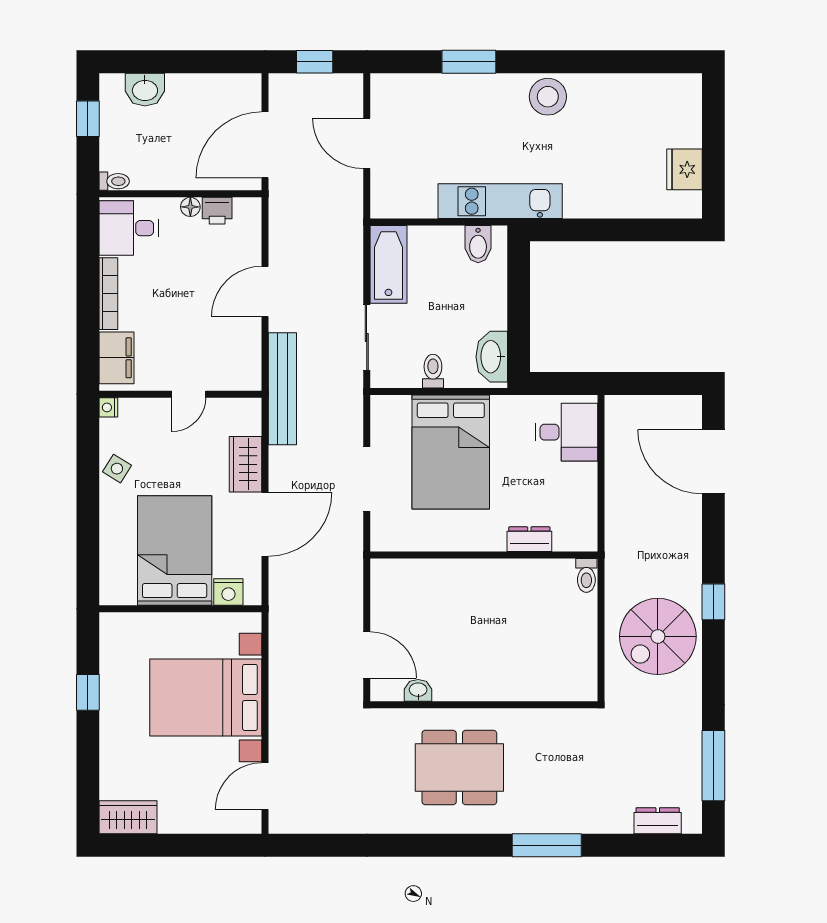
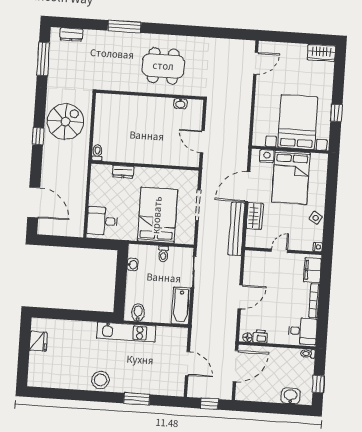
floor lamp: (190, 207) -> (247, 337), moved
washbasin: (492, 357) -> (133, 265), width x0.52, depth x0.69
bench: (282, 389) -> (236, 229), moved
door: (367, 655) -> (202, 142), moved
bed with nightstands: (206, 697) -> (298, 122), moved, turned -90

